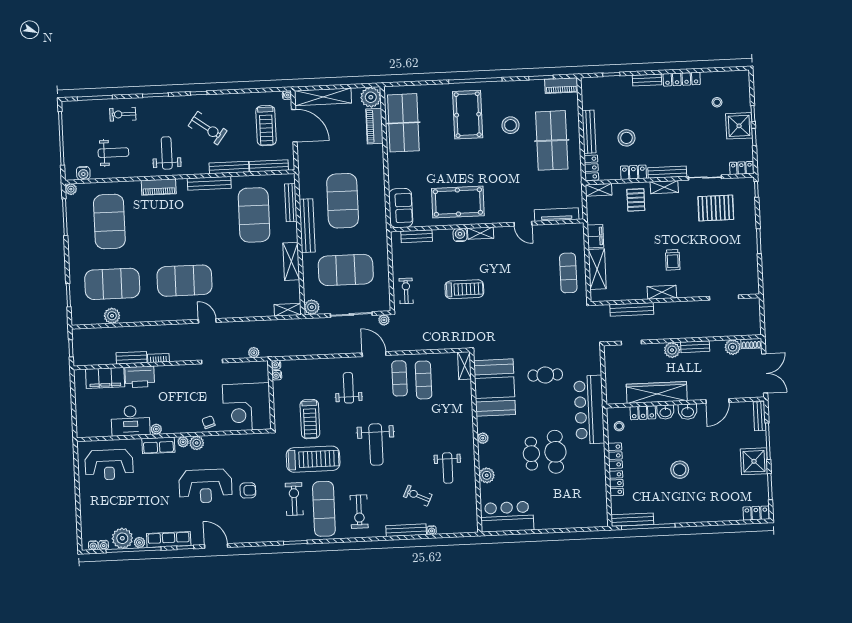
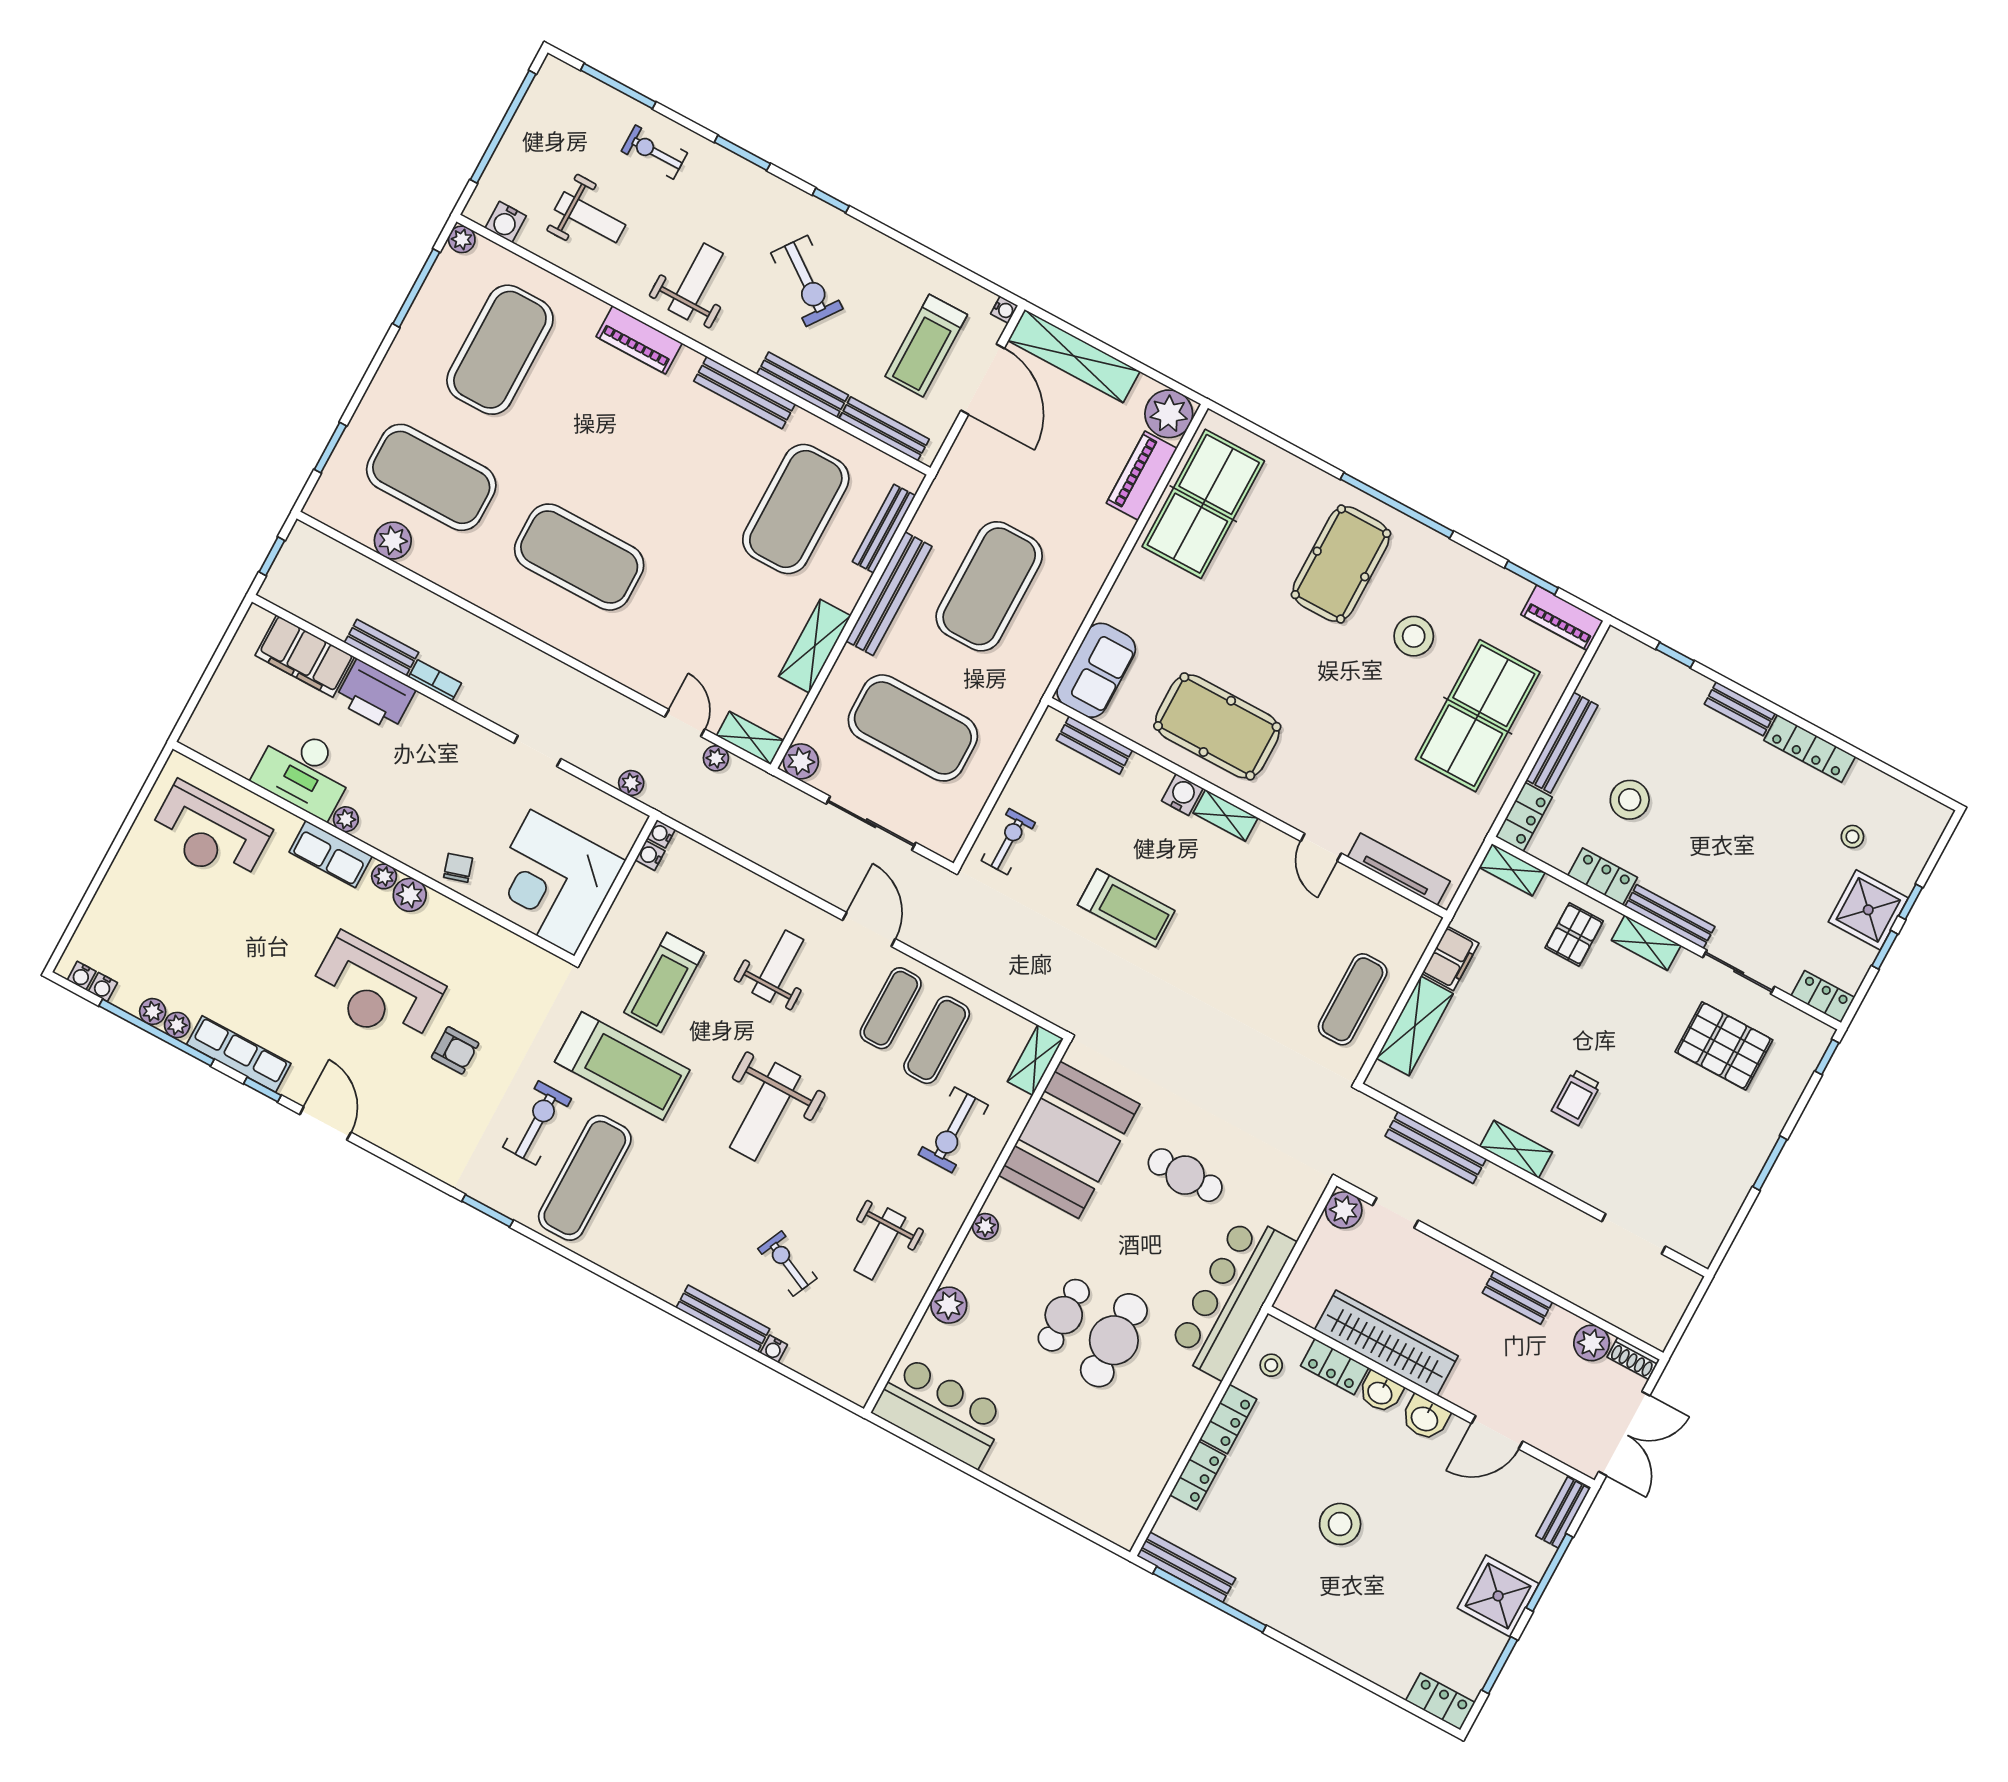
plant: (384, 320) -> (716, 758), moved
door: (207, 321) -> (685, 723), moved
plant: (672, 350) -> (1344, 1210), moved
exercise bike: (359, 512) -> (953, 1130), moved
plant: (122, 538) -> (153, 1011), width x0.53, depth x0.53

